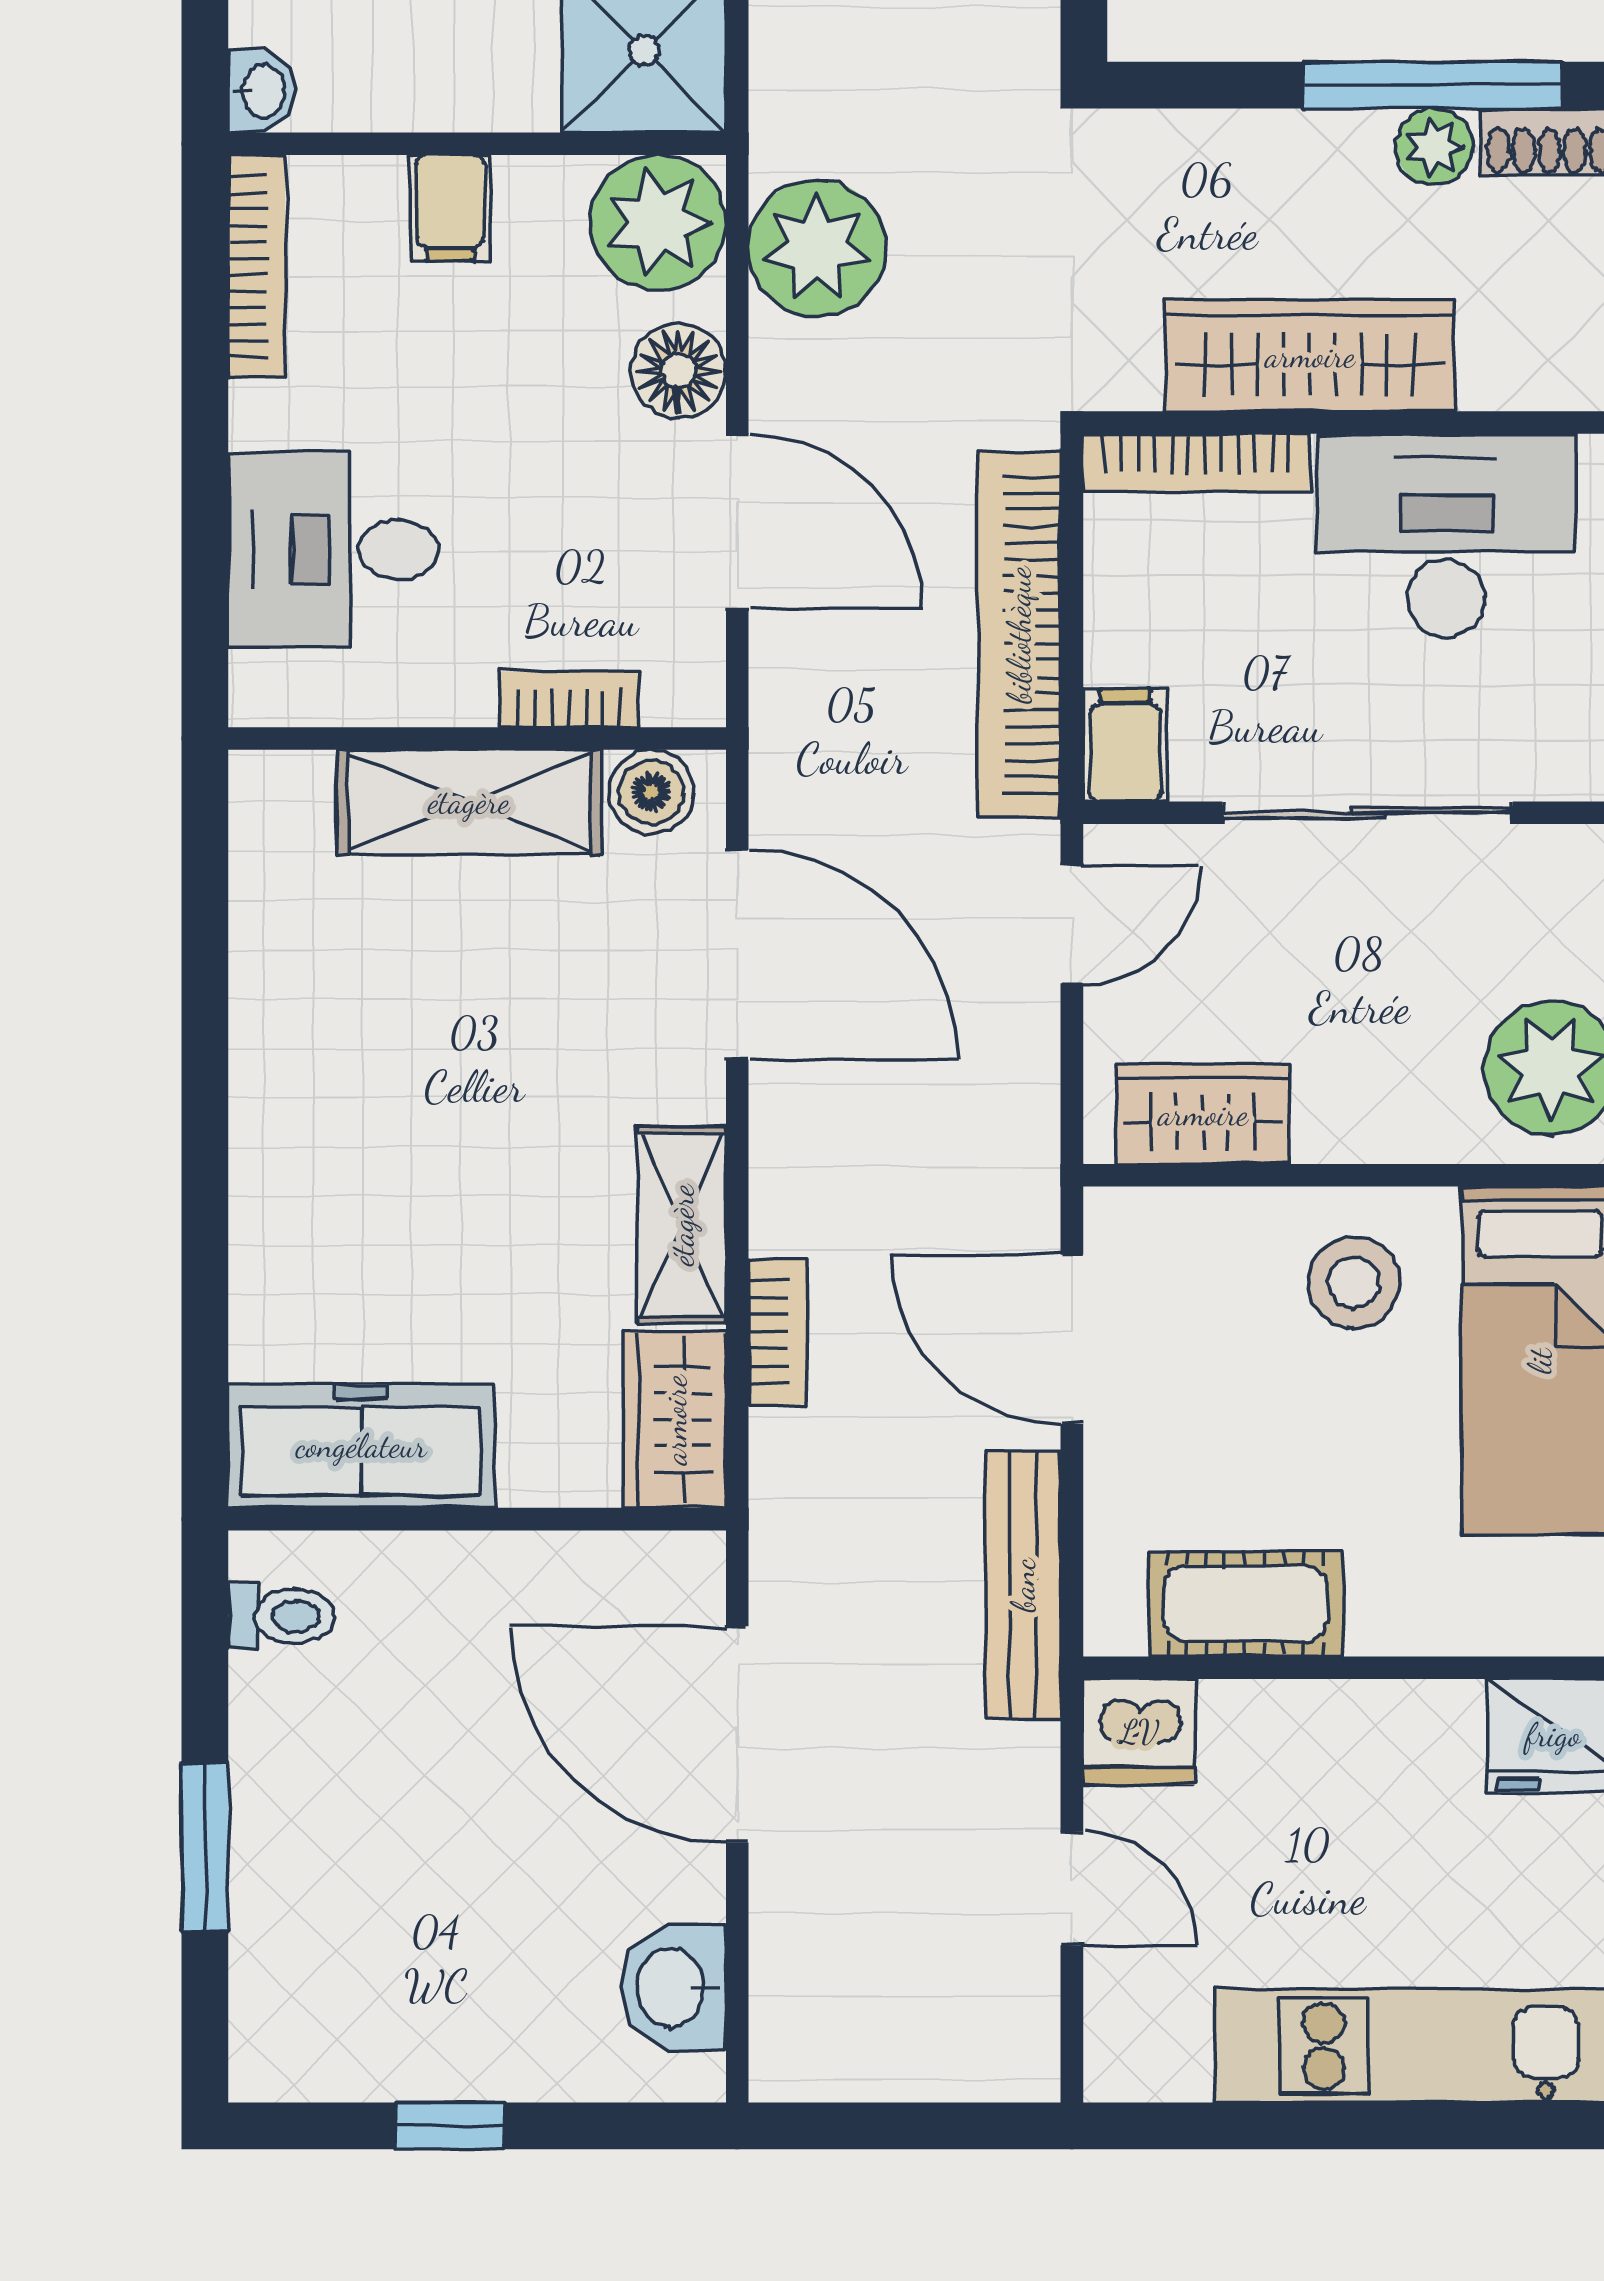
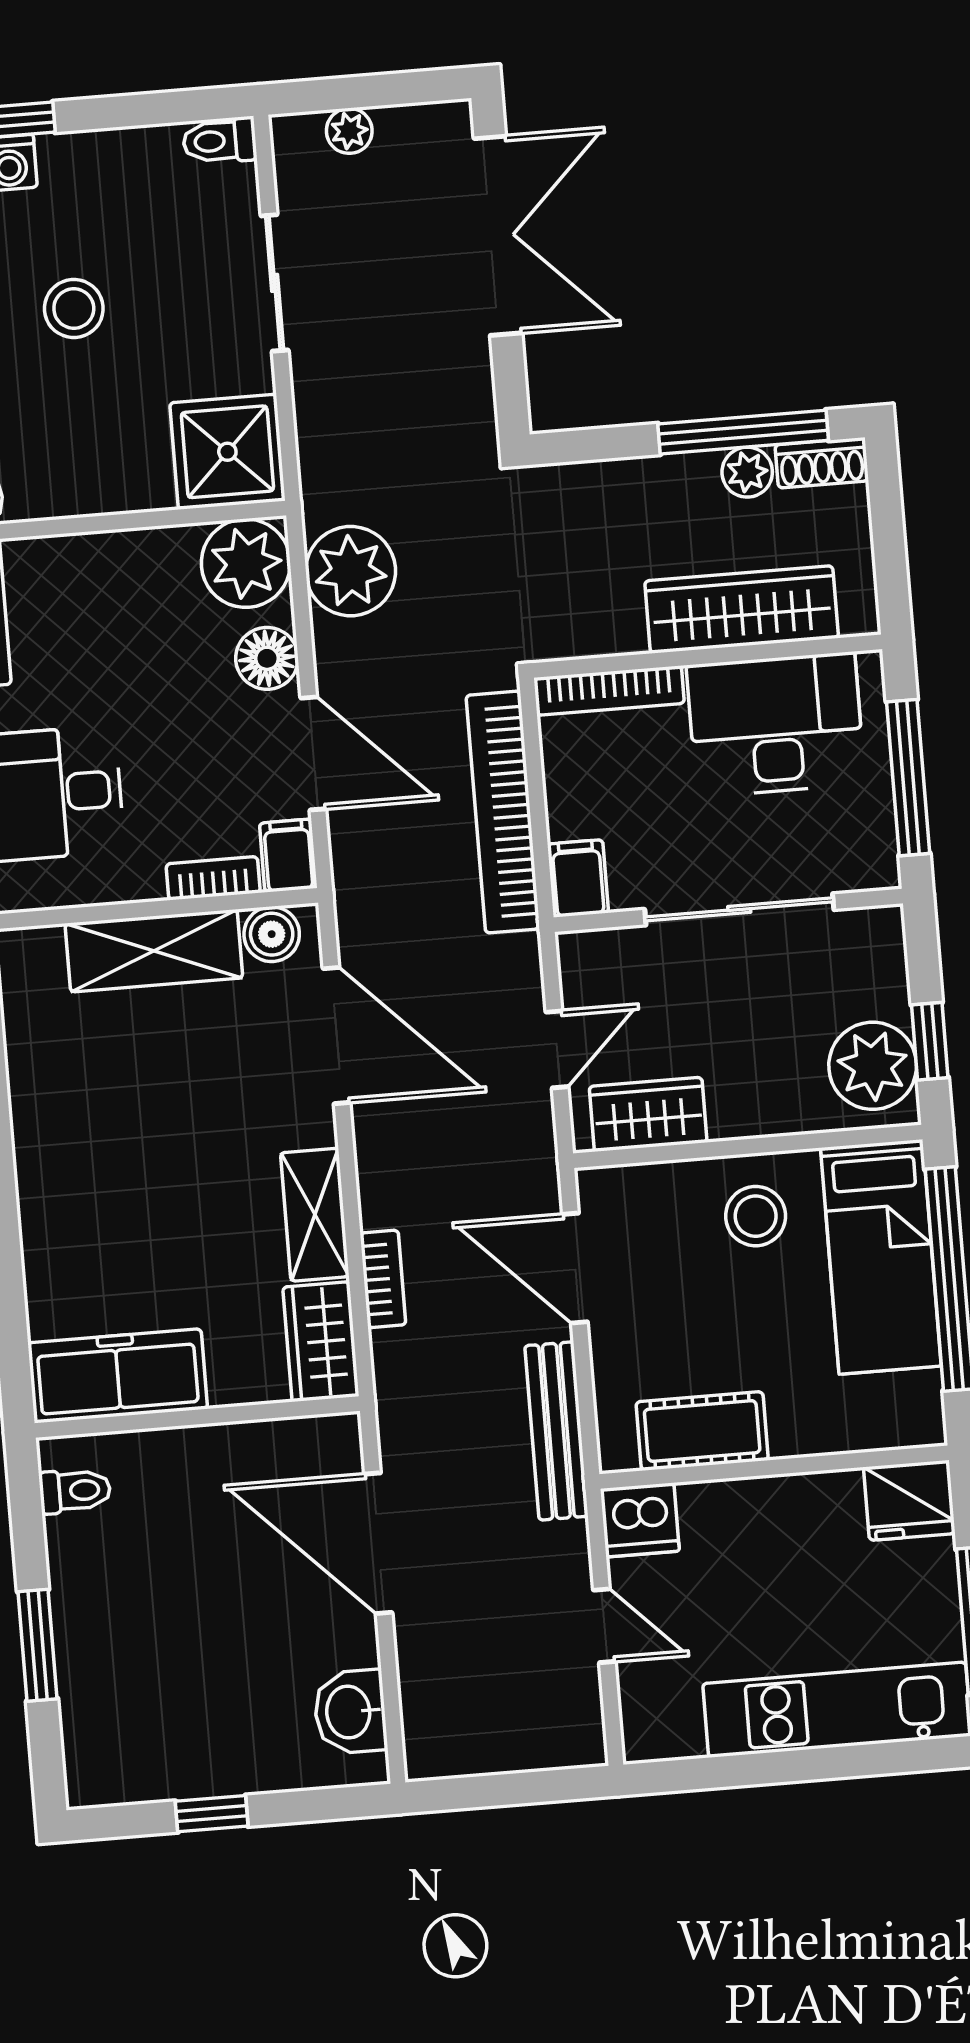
filing cabinet: (450, 208) -> (288, 856), moved, turned 180
wardrobe: (1310, 356) -> (742, 609), moved
door: (1072, 924) -> (557, 1049), moved

